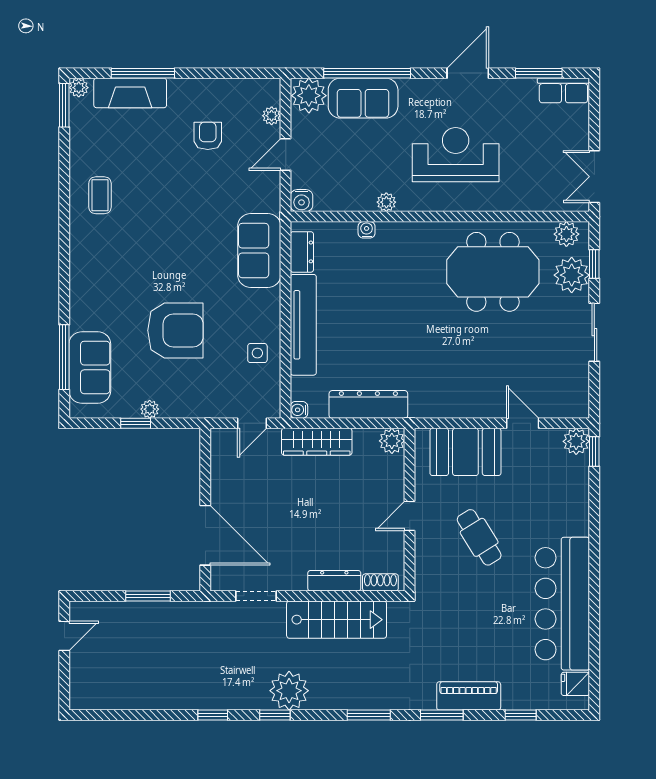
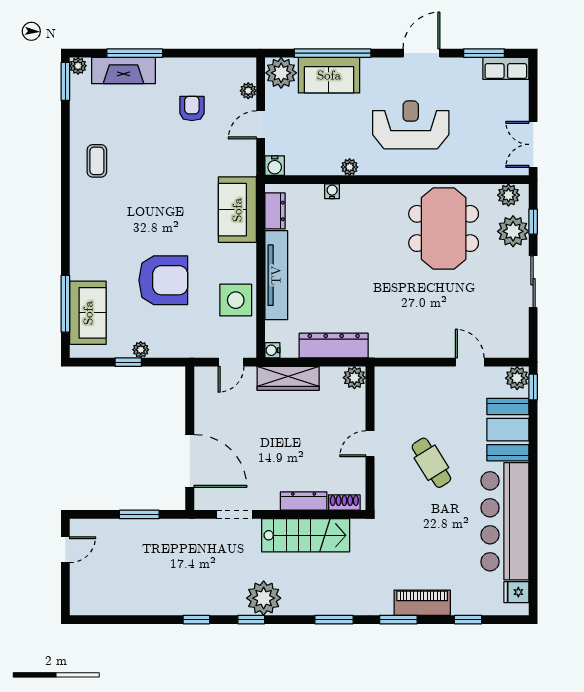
meeting table: (493, 272) -> (444, 228), turned 90
side table: (257, 353) -> (236, 300), width x1.87, depth x1.87
booth: (465, 452) -> (508, 430), moved, turned 90

